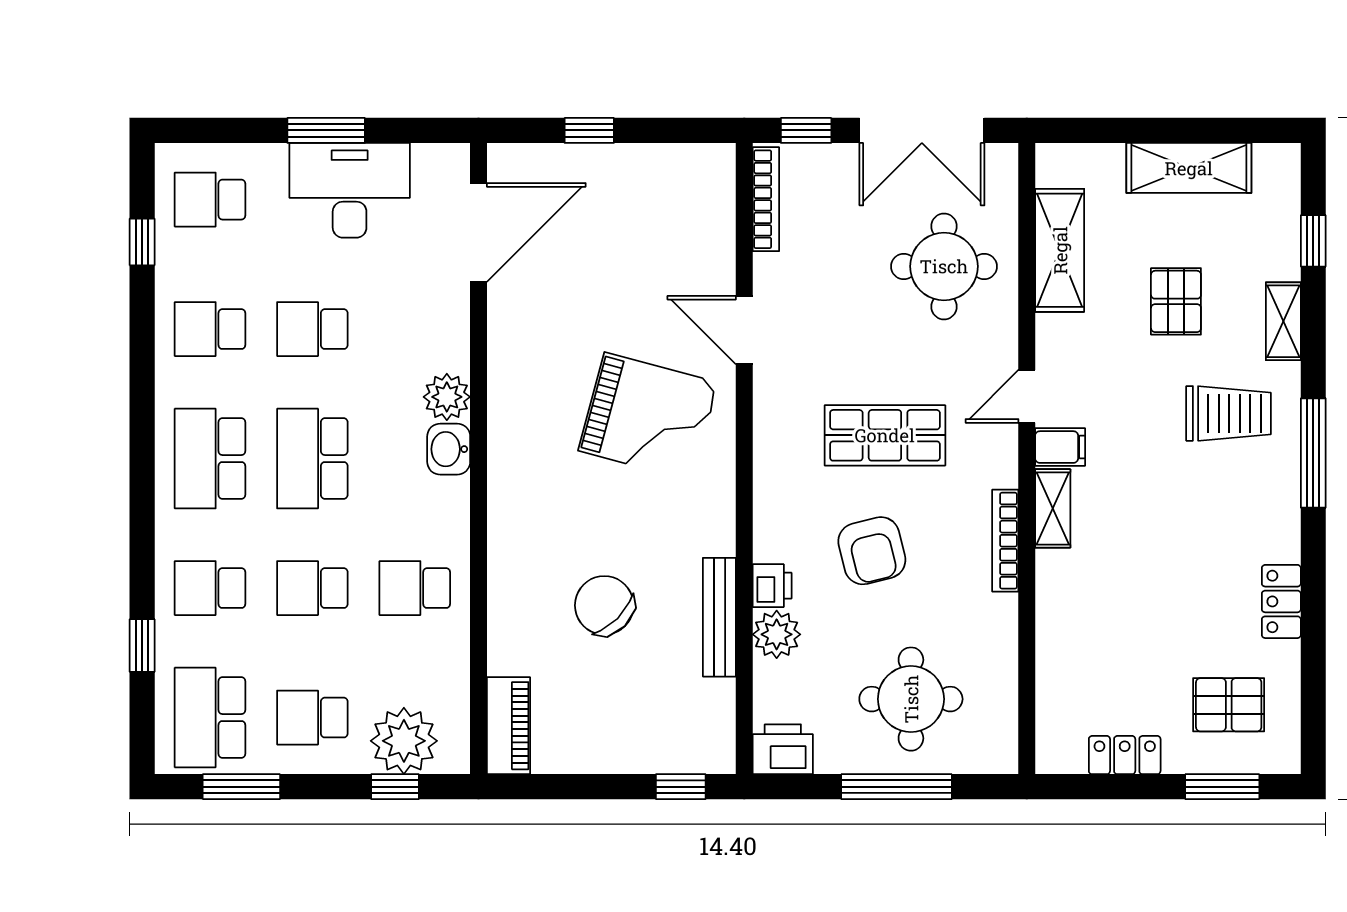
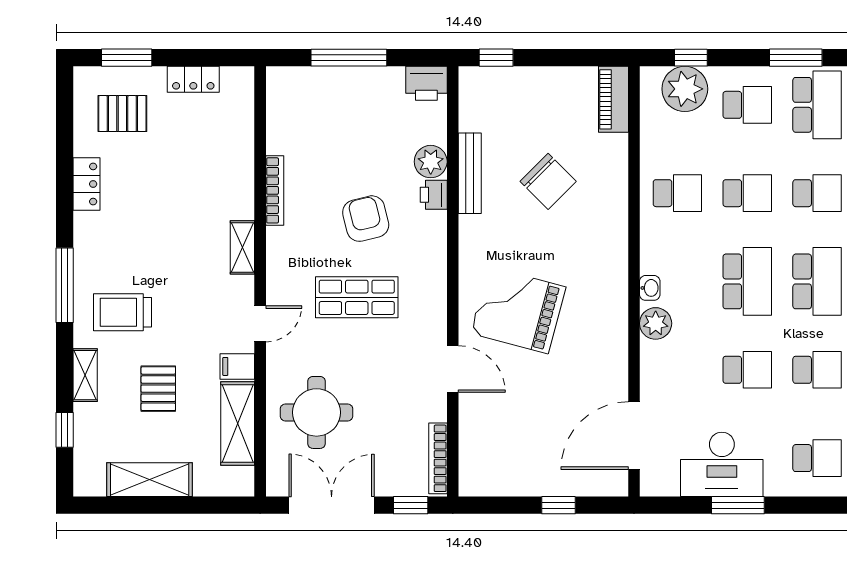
filing cabinet: (1060, 447) -> (237, 366), moved
washbasin: (449, 449) -> (650, 288), width x0.72, depth x0.69
bookcase: (1005, 541) -> (275, 190), moved
round table: (911, 699) -> (339, 117), removed

